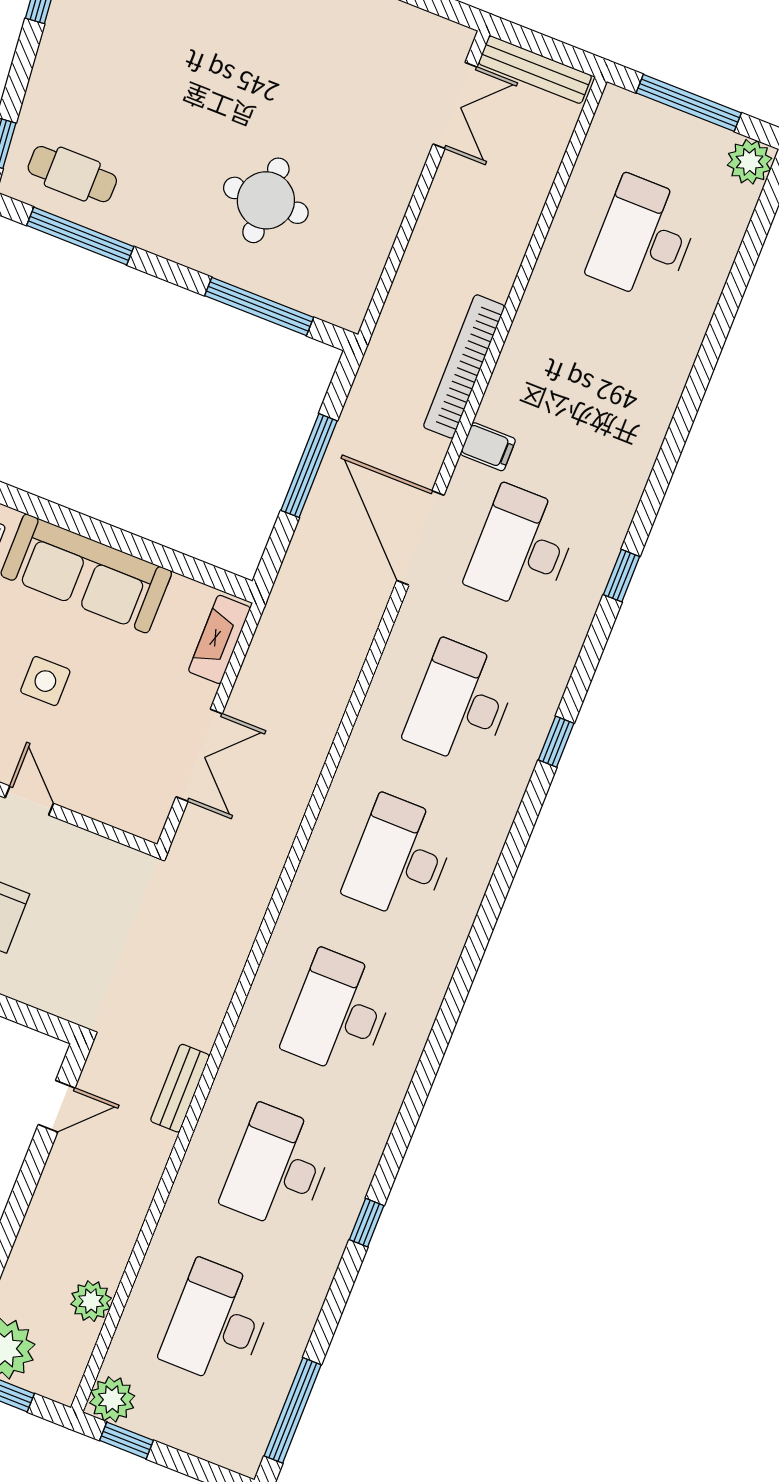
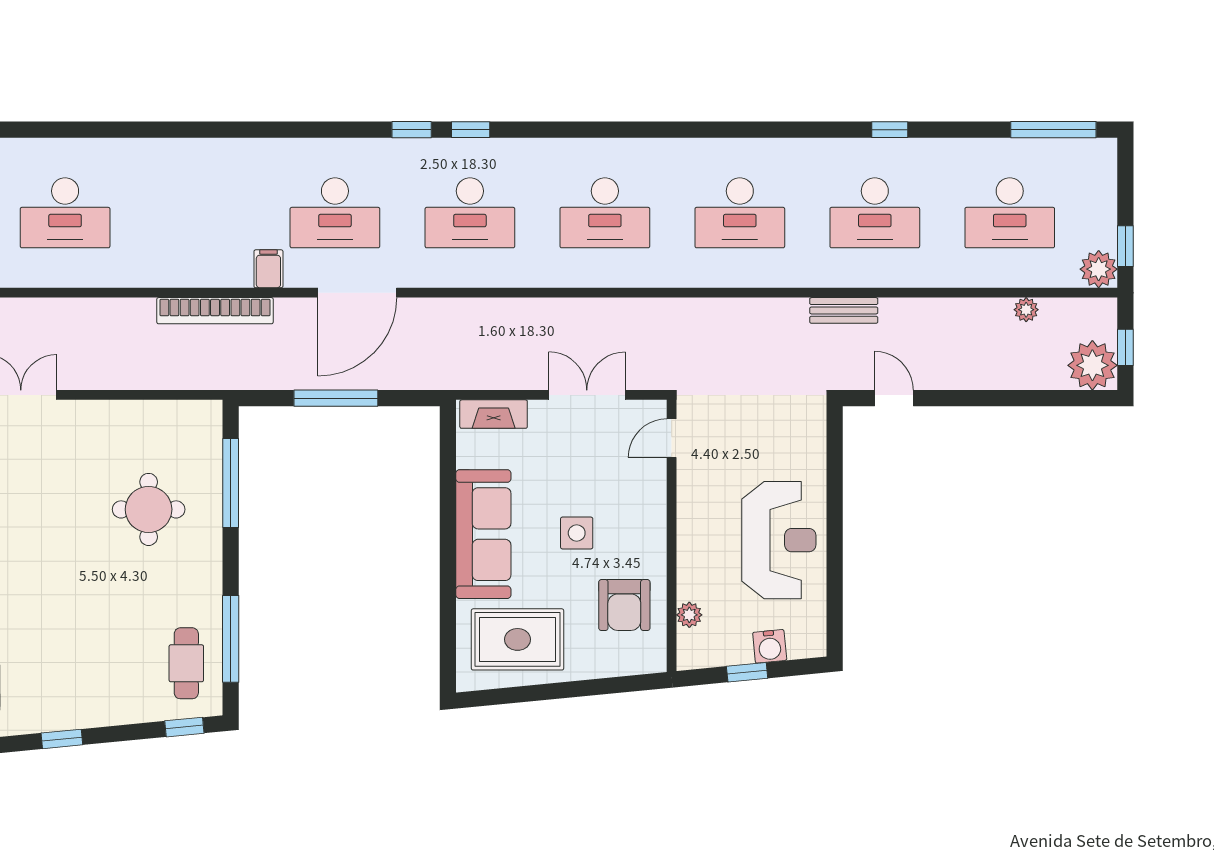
window: (622, 576) -> (412, 130), moved
door: (29, 801) -> (672, 438), moved
plant: (91, 1301) -> (1026, 310), width x0.73, depth x0.73

